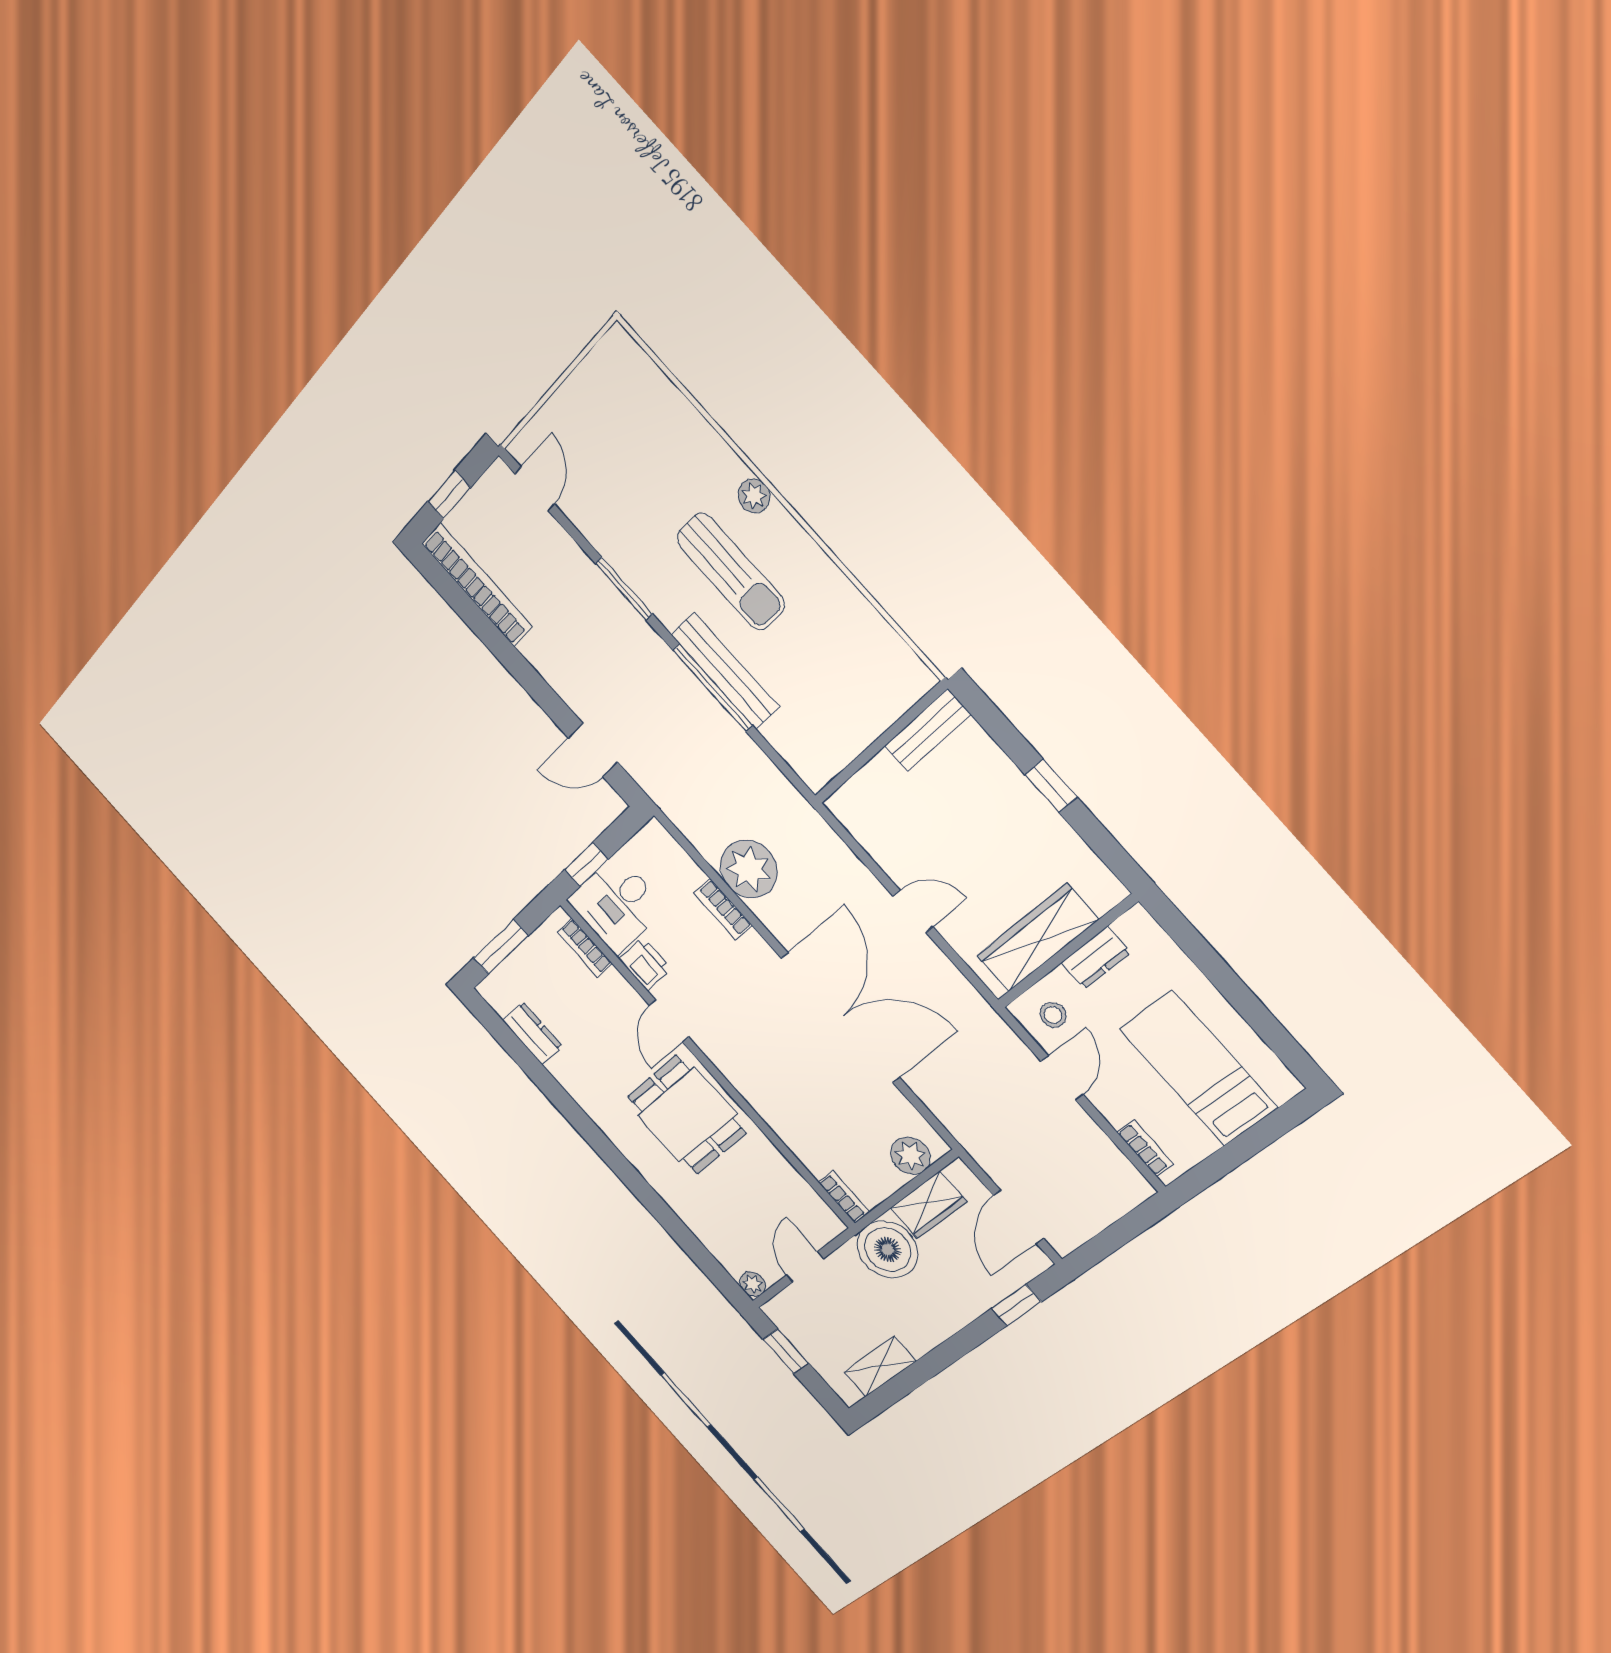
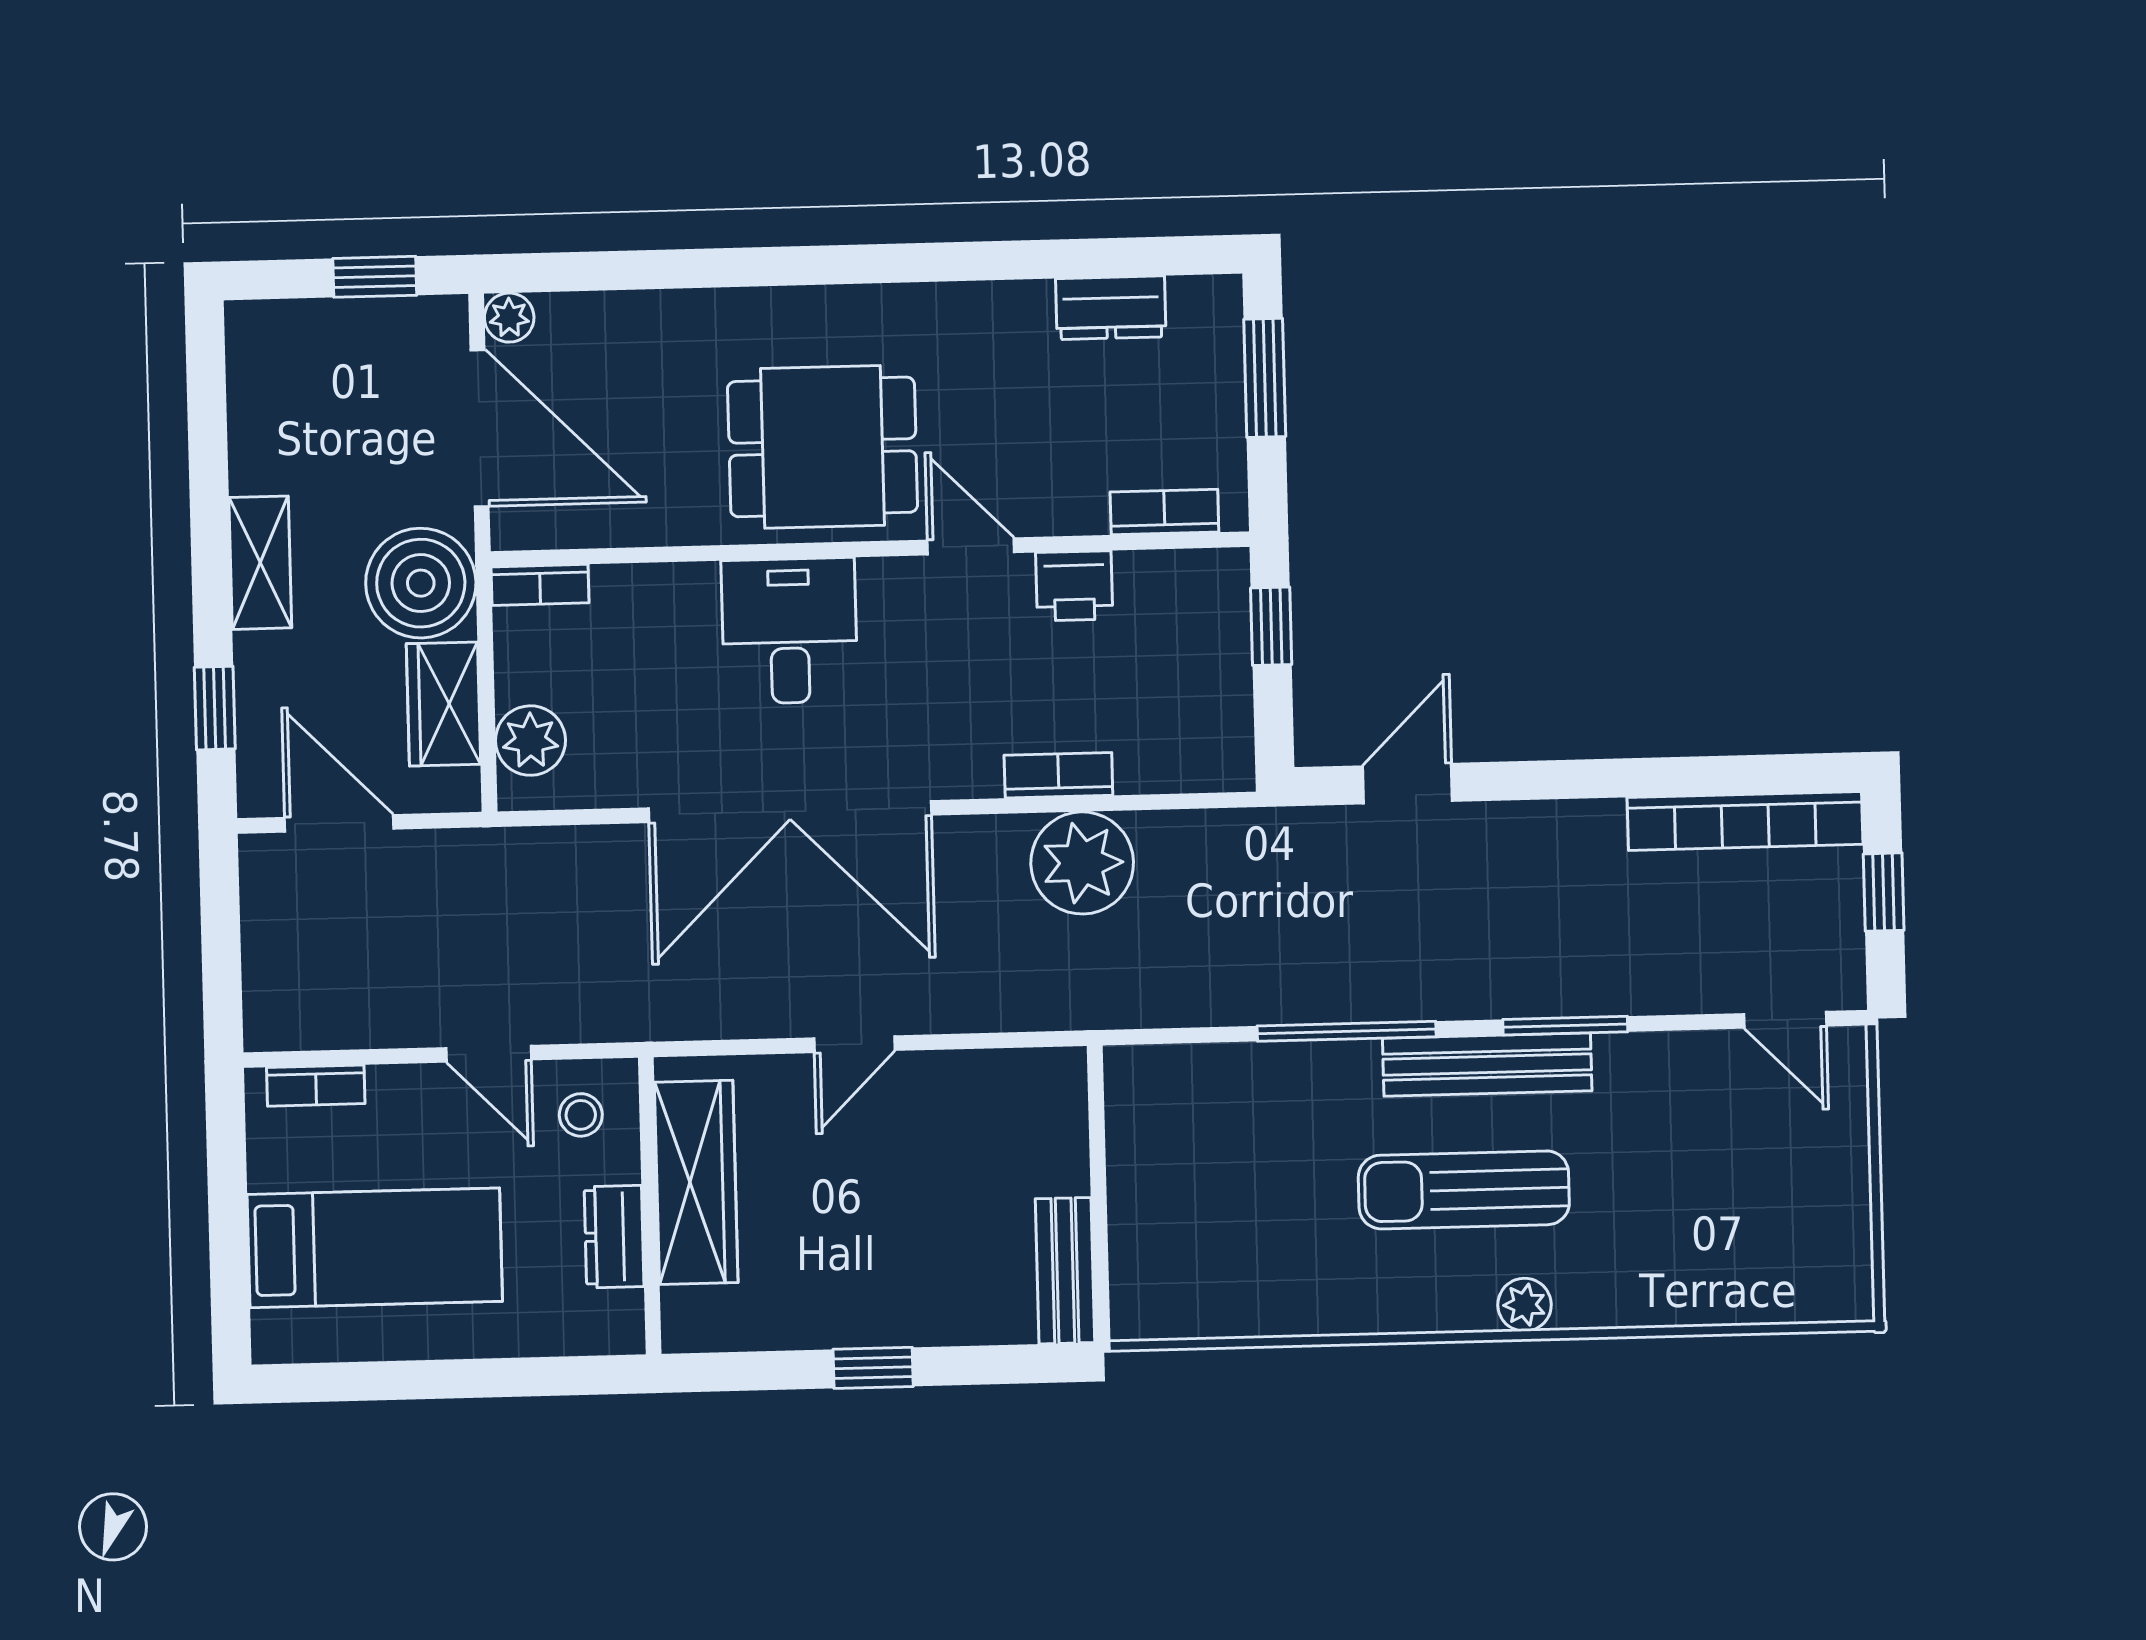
bench: (725, 671) -> (1487, 1065), moved
desk: (617, 904) -> (789, 631), moved
door: (805, 1267) -> (480, 428), width x1.87
shelving: (880, 1367) -> (260, 563), moved

